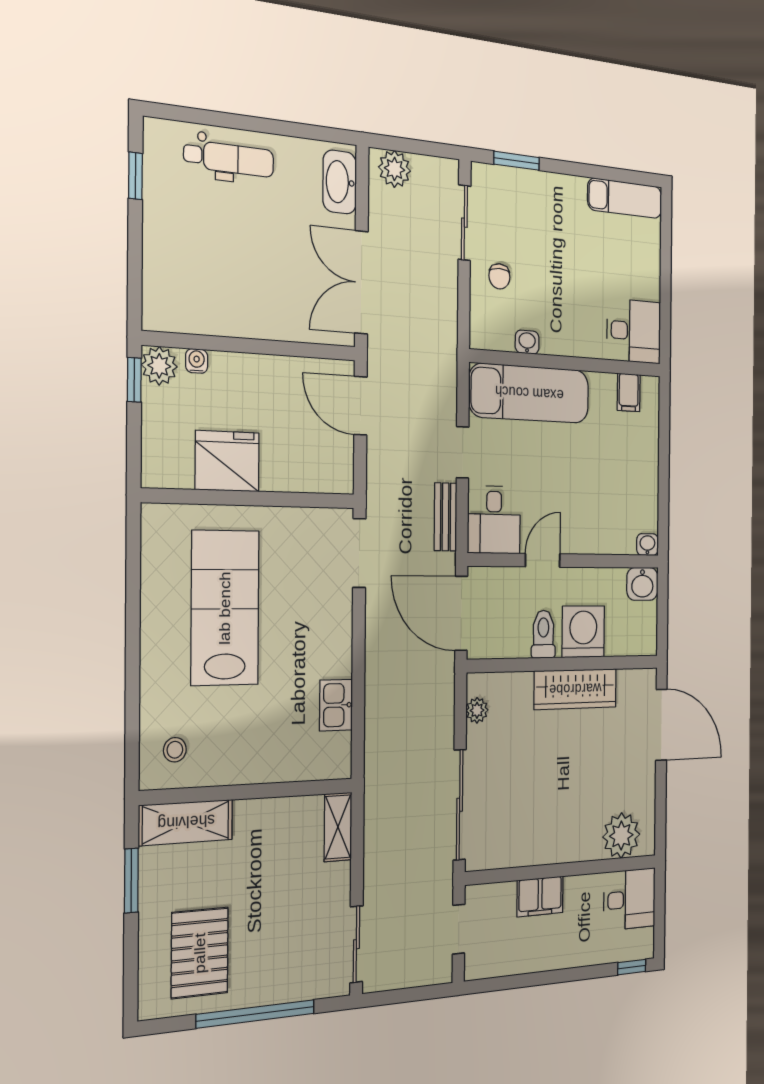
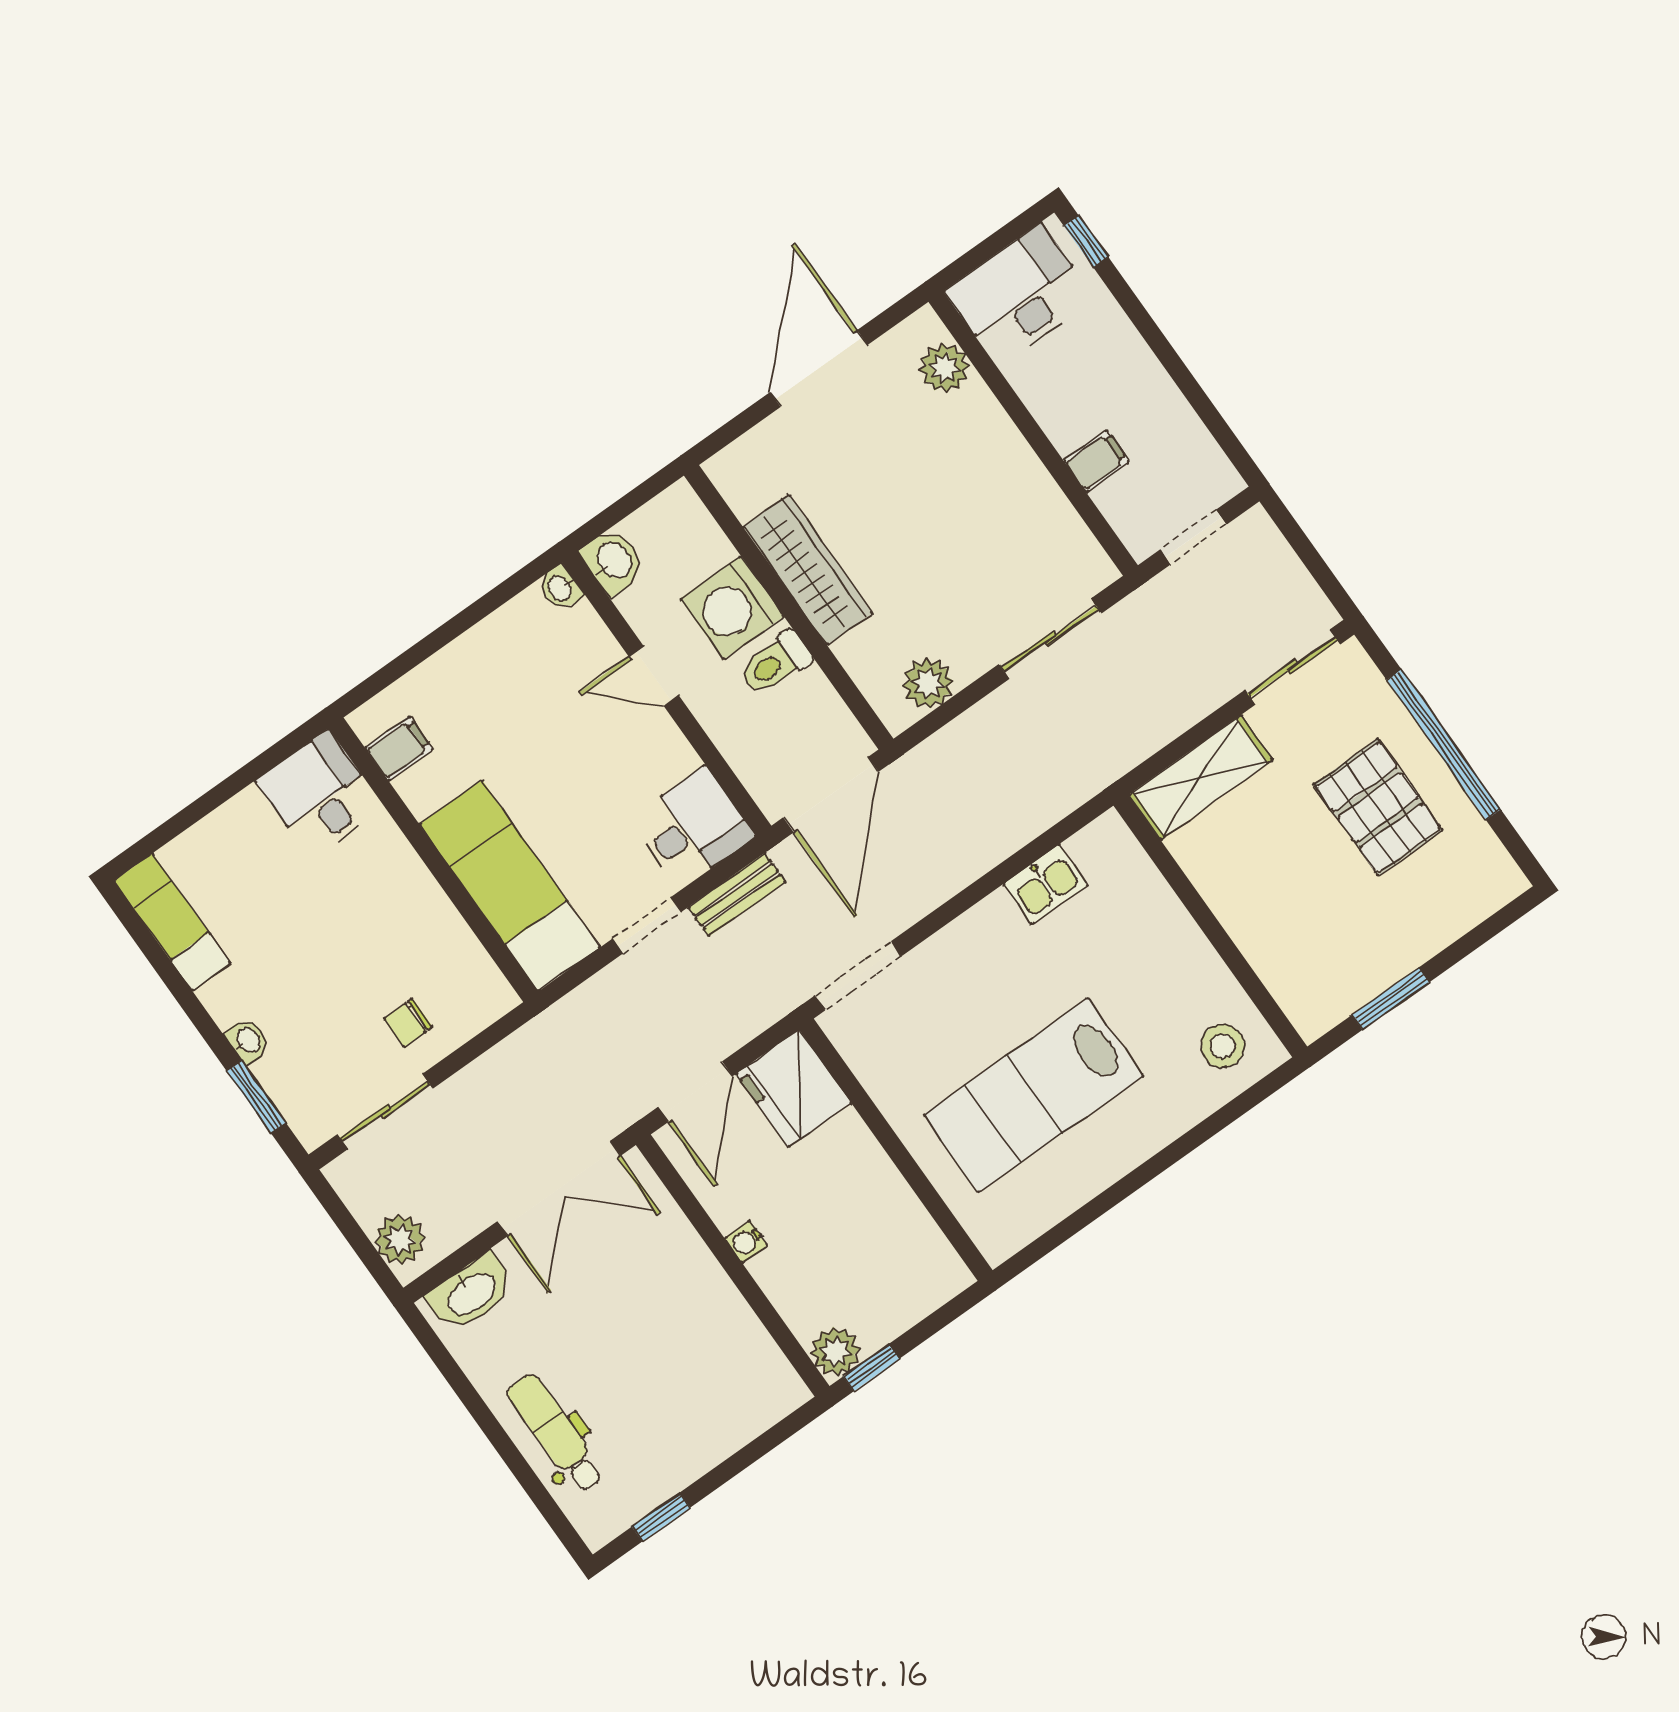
chair: (499, 276) -> (408, 1023), turned 180
washbasin: (527, 342) -> (248, 1041), moved, turned 180
water cooler: (197, 361) -> (746, 1242), moved
fridge: (227, 461) -> (794, 1088), moved
door: (543, 560) -> (654, 676), moved
plant: (477, 710) -> (928, 683), width x1.38, depth x1.38
door: (661, 725) -> (819, 369), moved
stool: (175, 750) -> (1223, 1046), width x1.37, depth x1.37
sliding door: (460, 805) -> (1050, 639), width x0.73
shelving: (186, 822) -> (1291, 978), removed
shelving: (338, 827) -> (1201, 777), width x1.50, depth x1.33
plant: (621, 836) -> (945, 368), width x0.73, depth x0.73
filing cabinet: (540, 896) -> (1096, 461), width x0.50
desk: (630, 899) -> (1019, 295), width x1.37
pallet: (200, 953) -> (1378, 807), moved, turned 90

